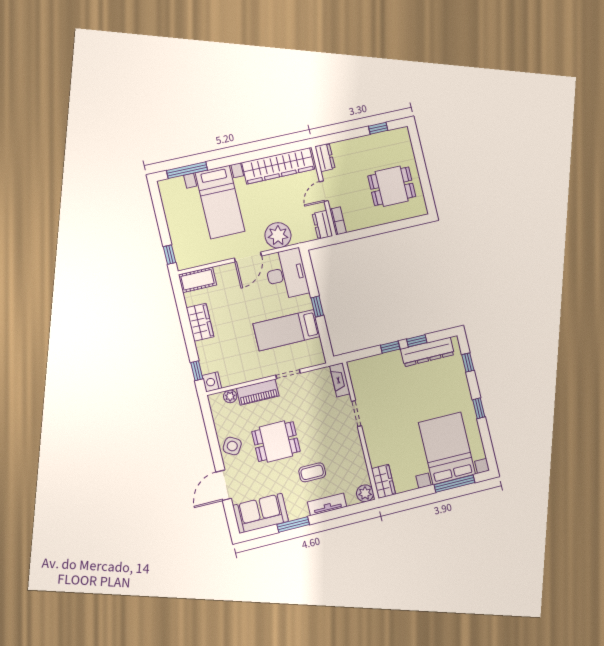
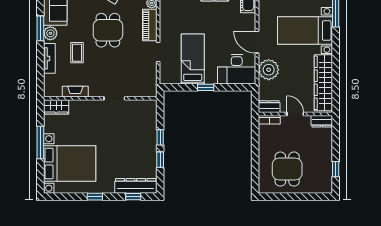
dresser: (427, 352) -> (136, 186), moved, turned 90
fireplace: (340, 380) -> (75, 92), moved
window: (454, 484) -> (40, 143), moved
plant: (365, 493) -> (50, 33), moved

